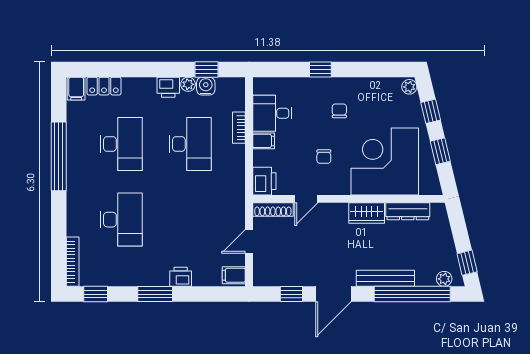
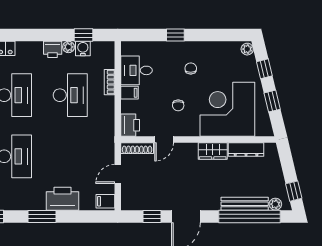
printer: (181, 277) -> (63, 199), width x1.87, depth x1.48
bench: (385, 278) -> (245, 204), moved

